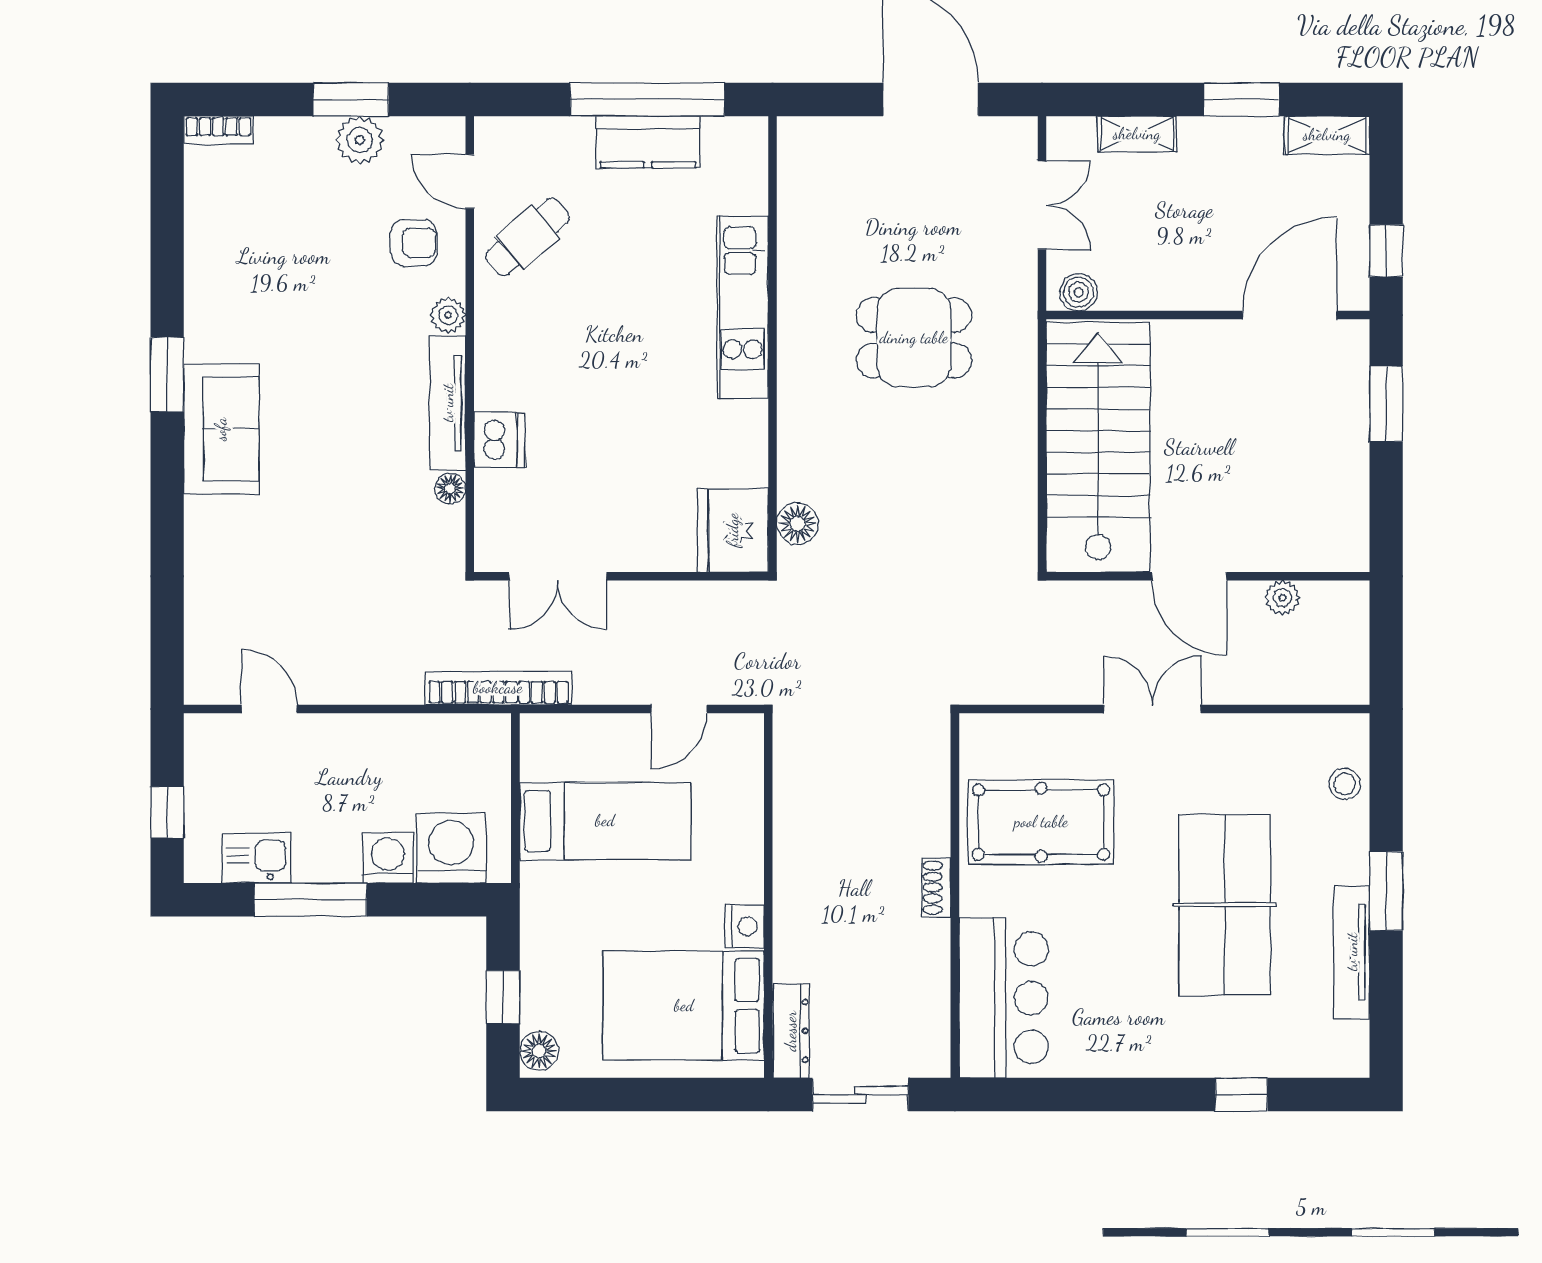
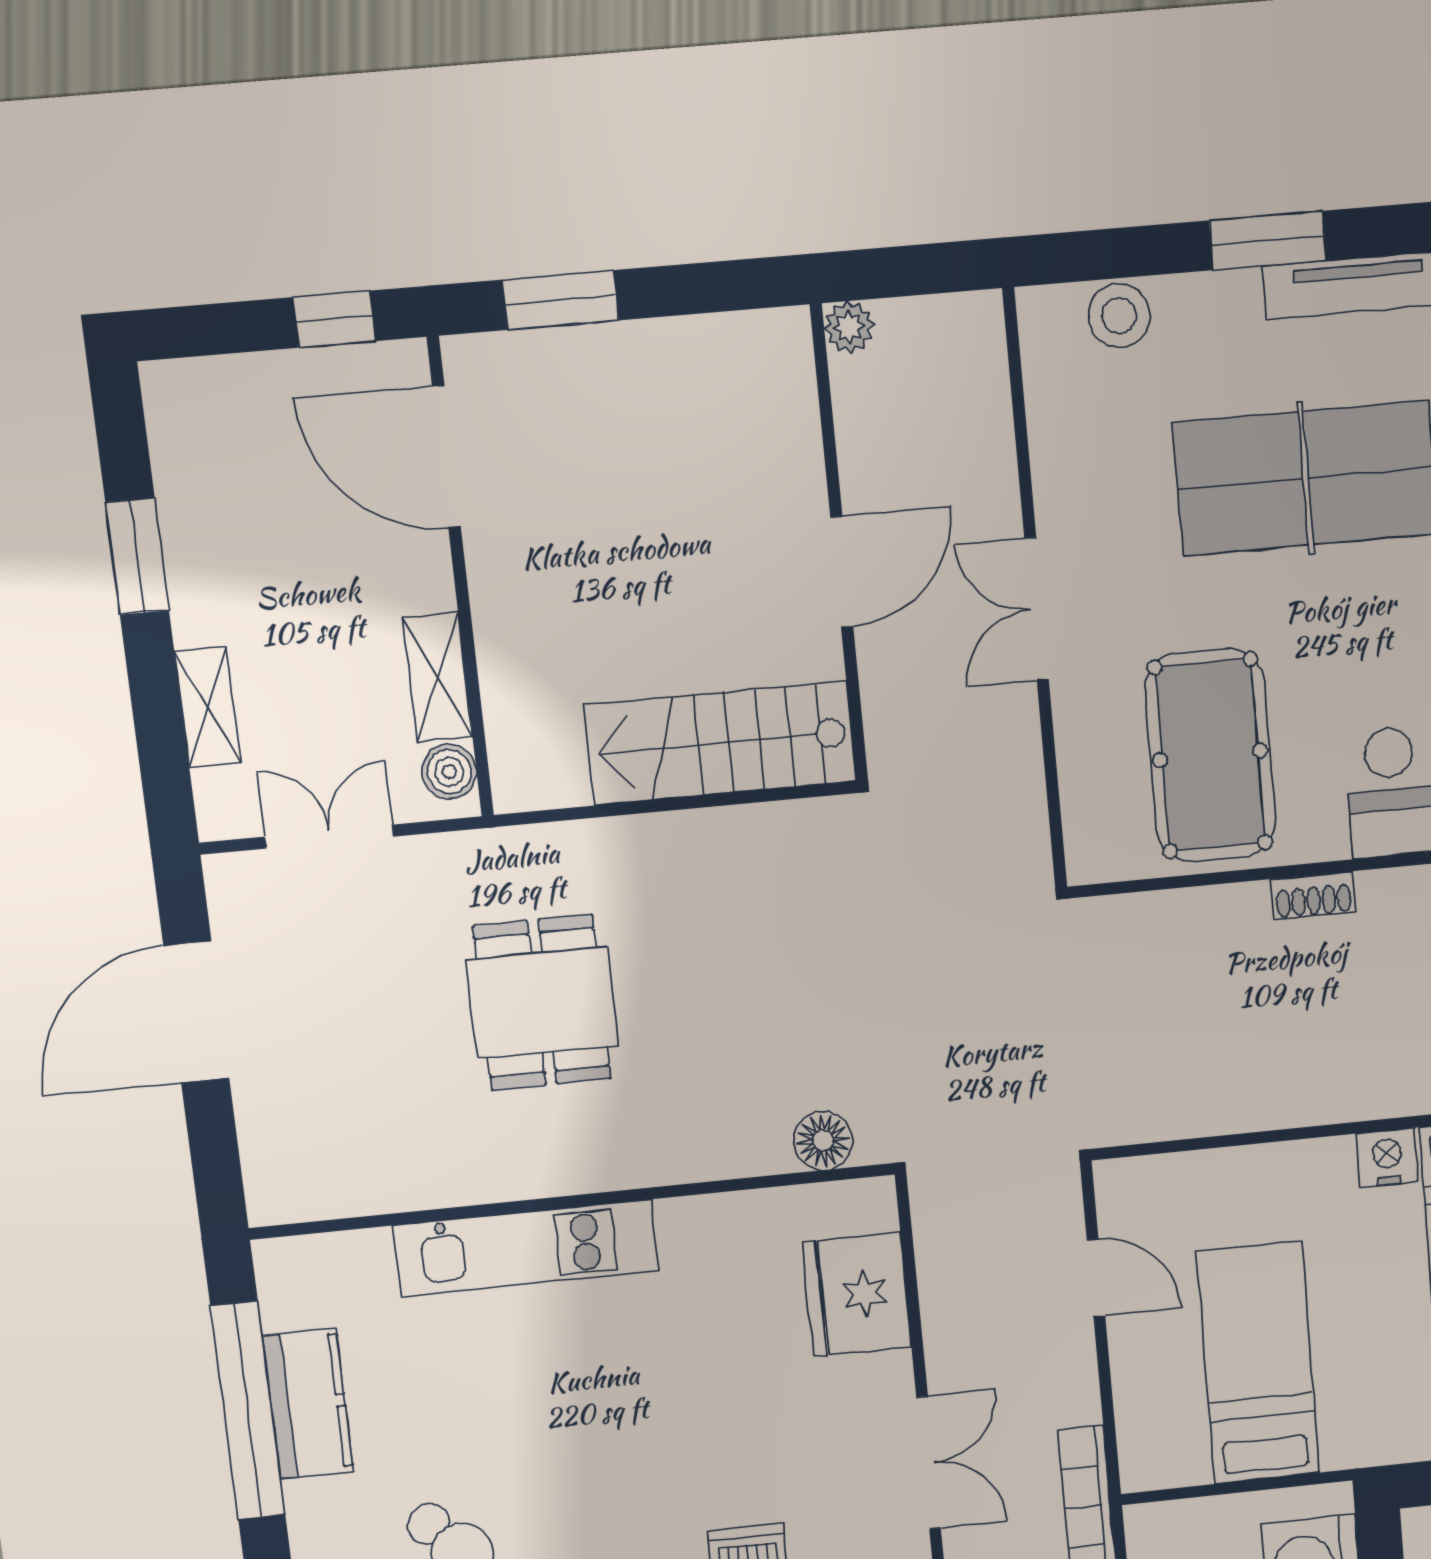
shelving: (1327, 135) -> (438, 677), moved
stairs: (1098, 447) -> (720, 743), width x0.73, depth x0.66
fridge: (733, 530) -> (857, 1295), moved, turned 90
plant: (1282, 598) -> (849, 327), moved
stool: (1345, 784) -> (1119, 316), width x1.37, depth x1.37

